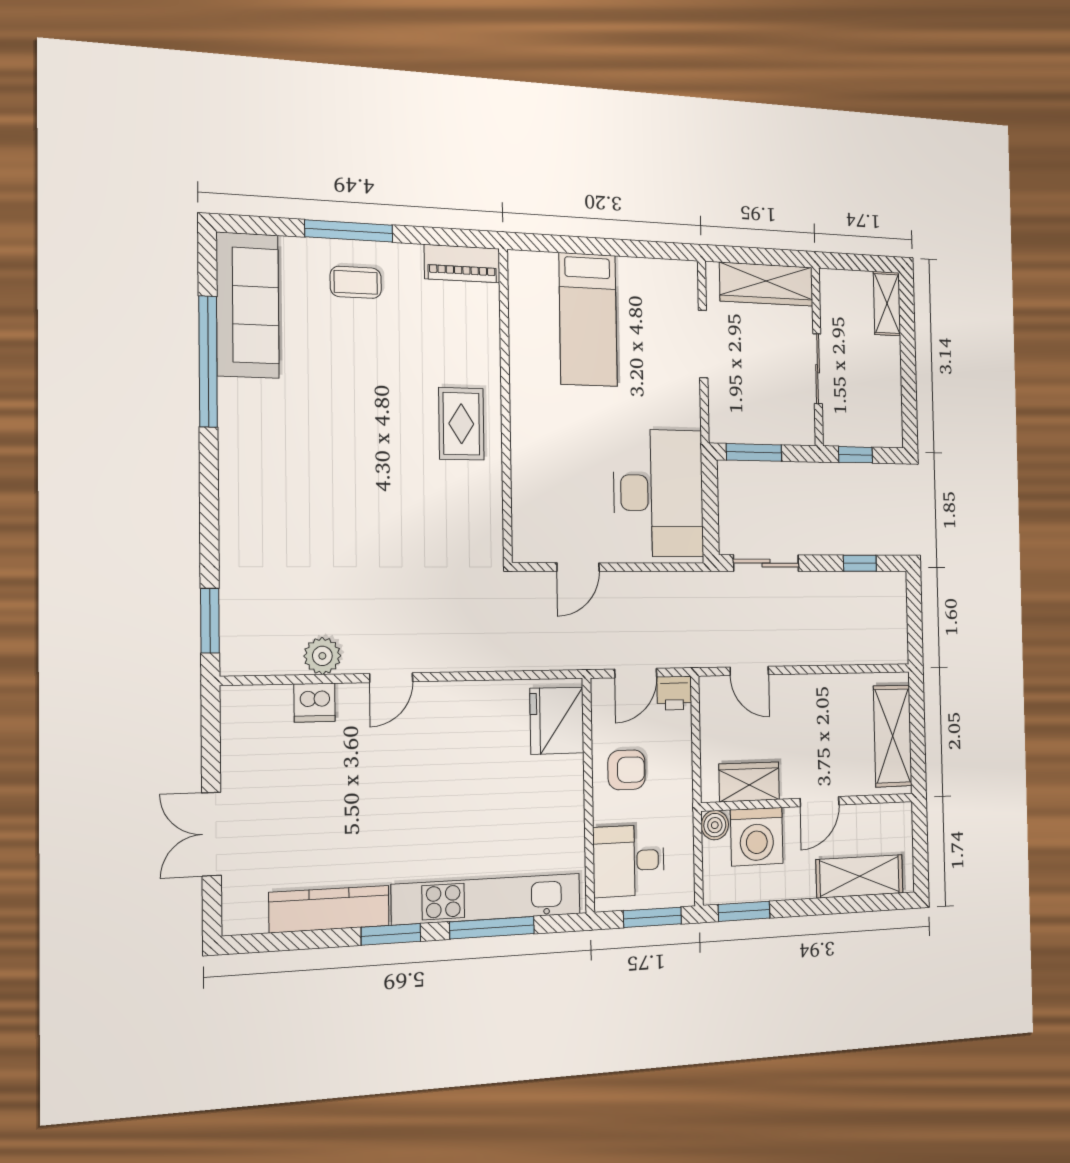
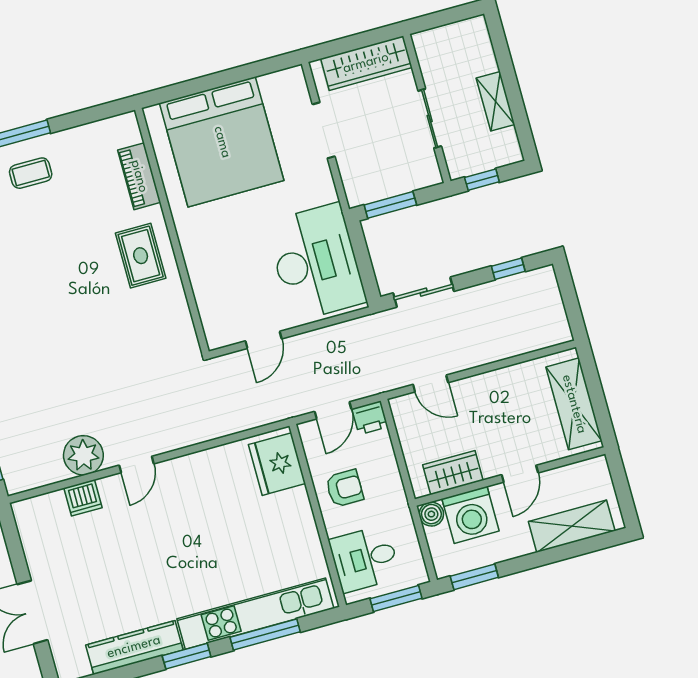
piano: (462, 264) -> (139, 176), moved, turned 90
shelving: (887, 304) -> (496, 101), moved
bed: (588, 320) -> (222, 142), width x2.04
plant: (322, 656) -> (83, 455), width x1.36, depth x1.36

